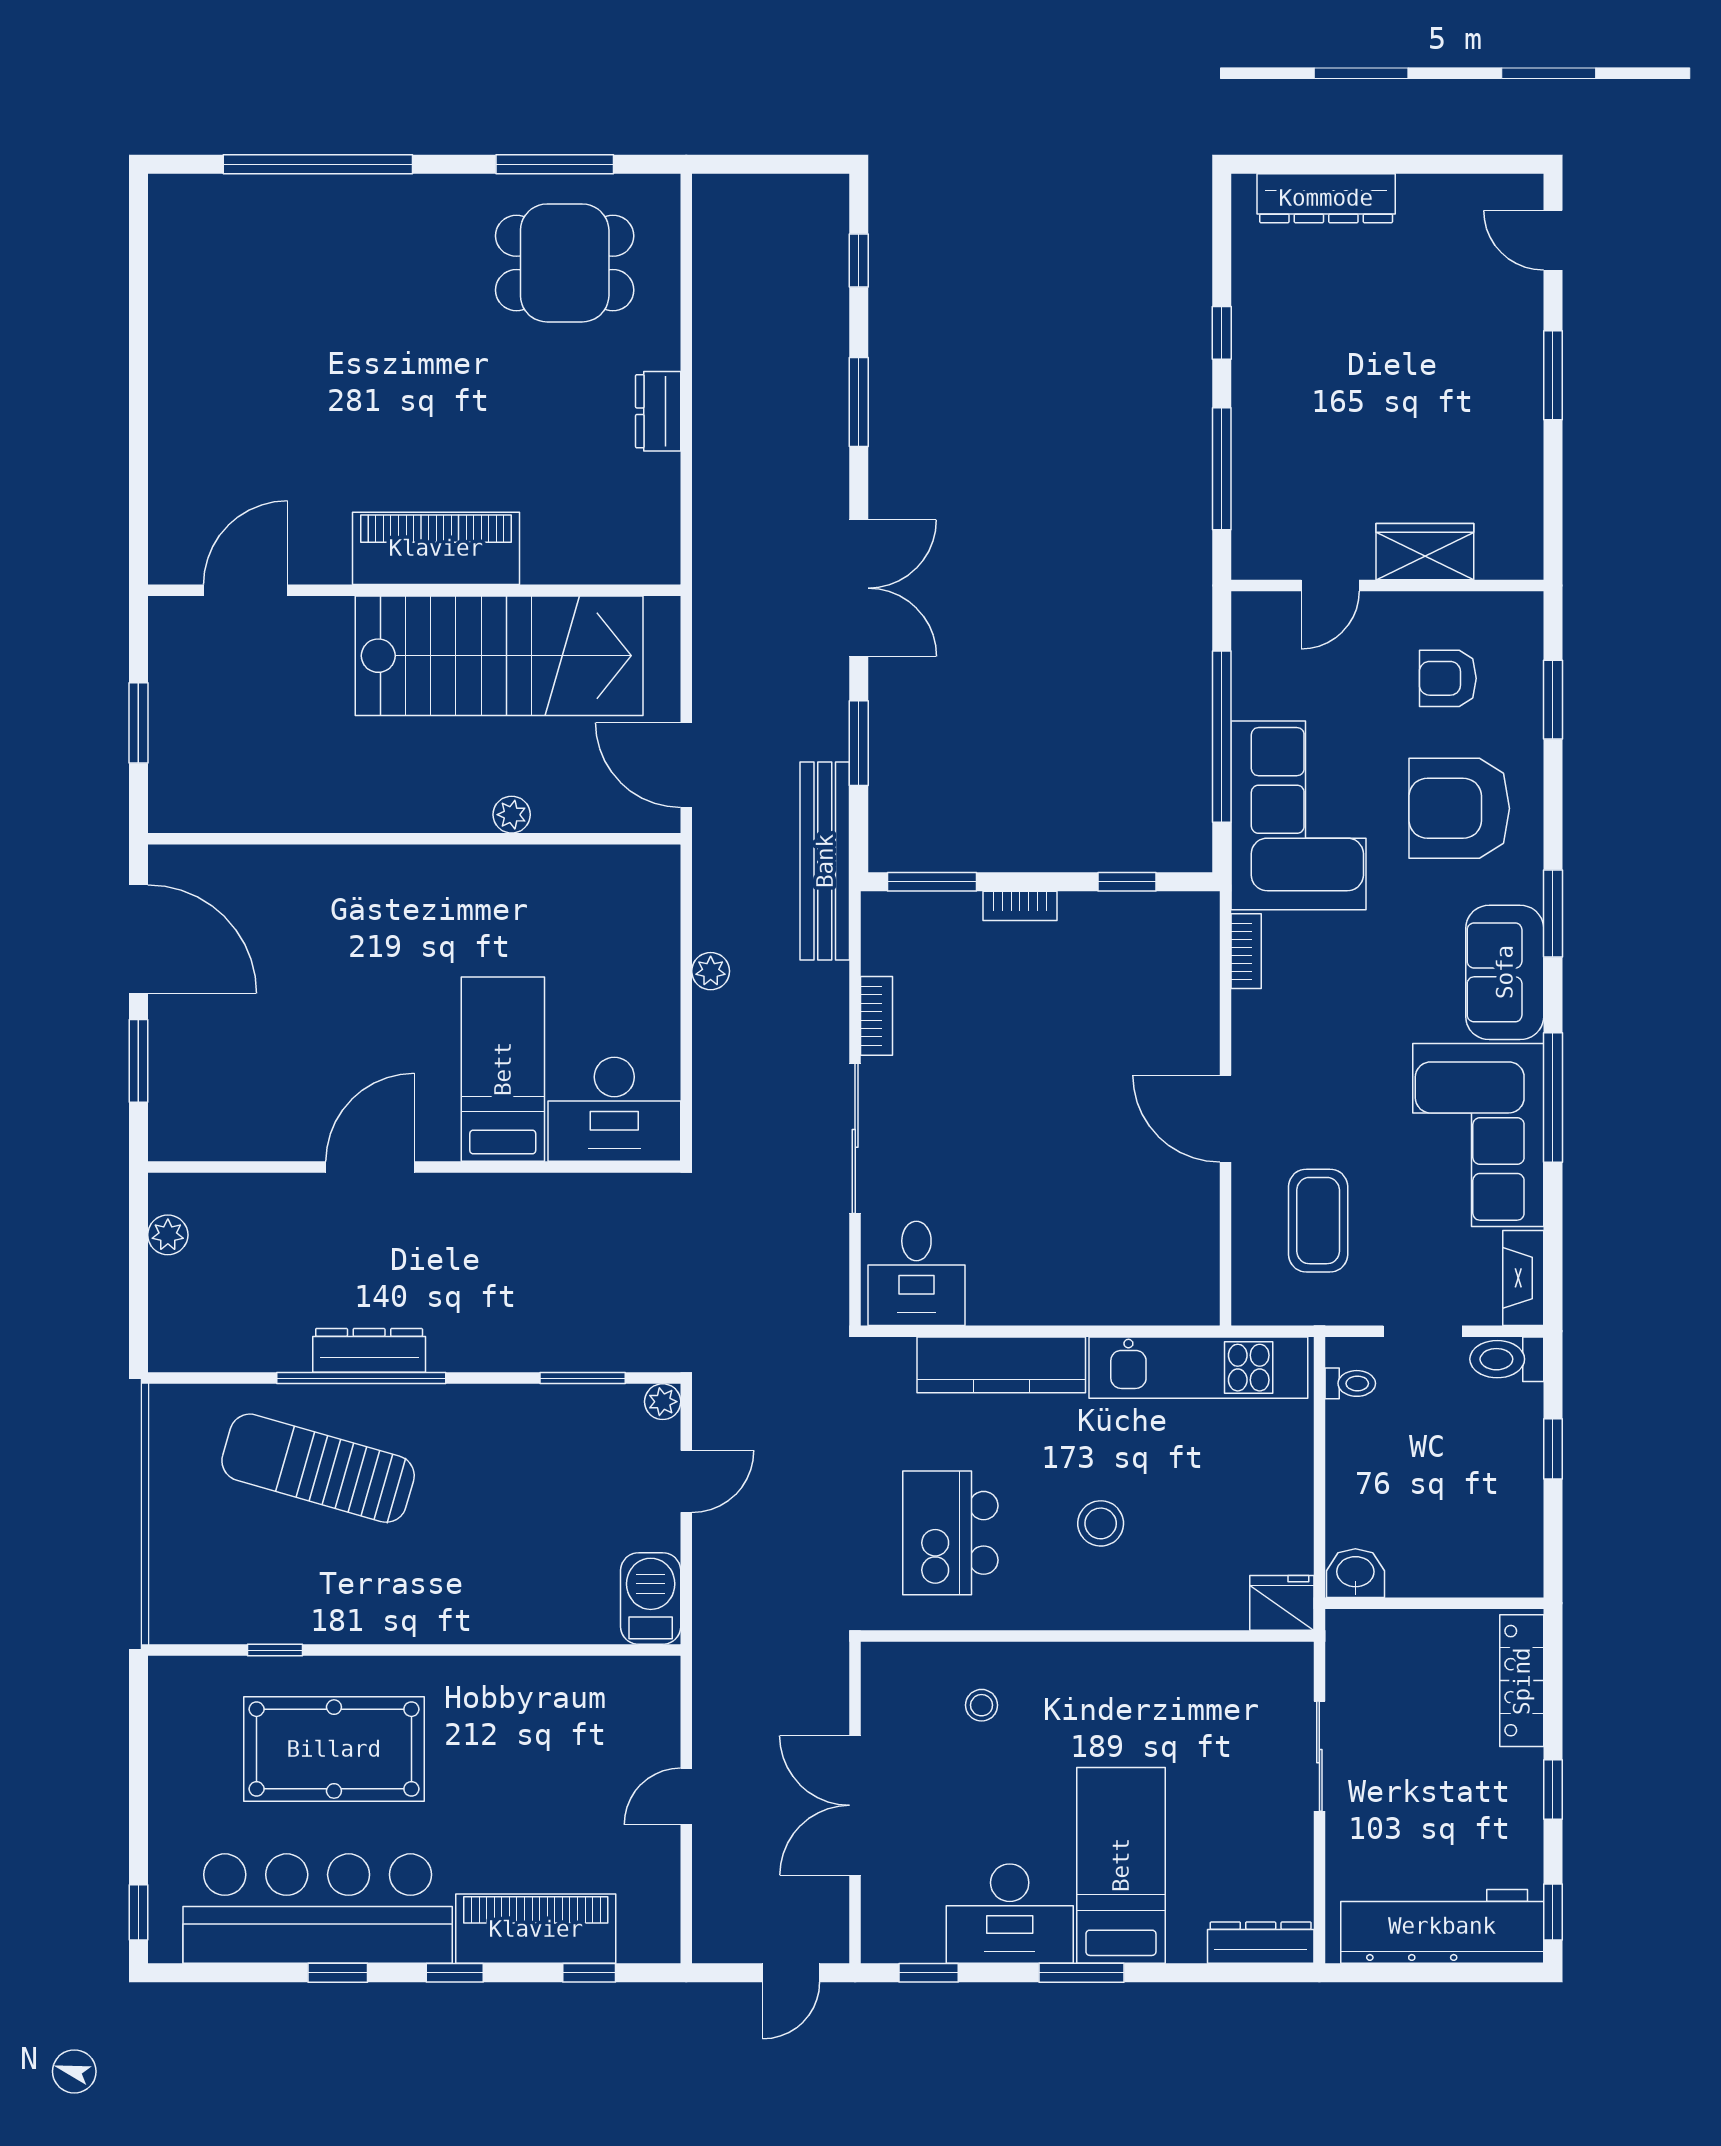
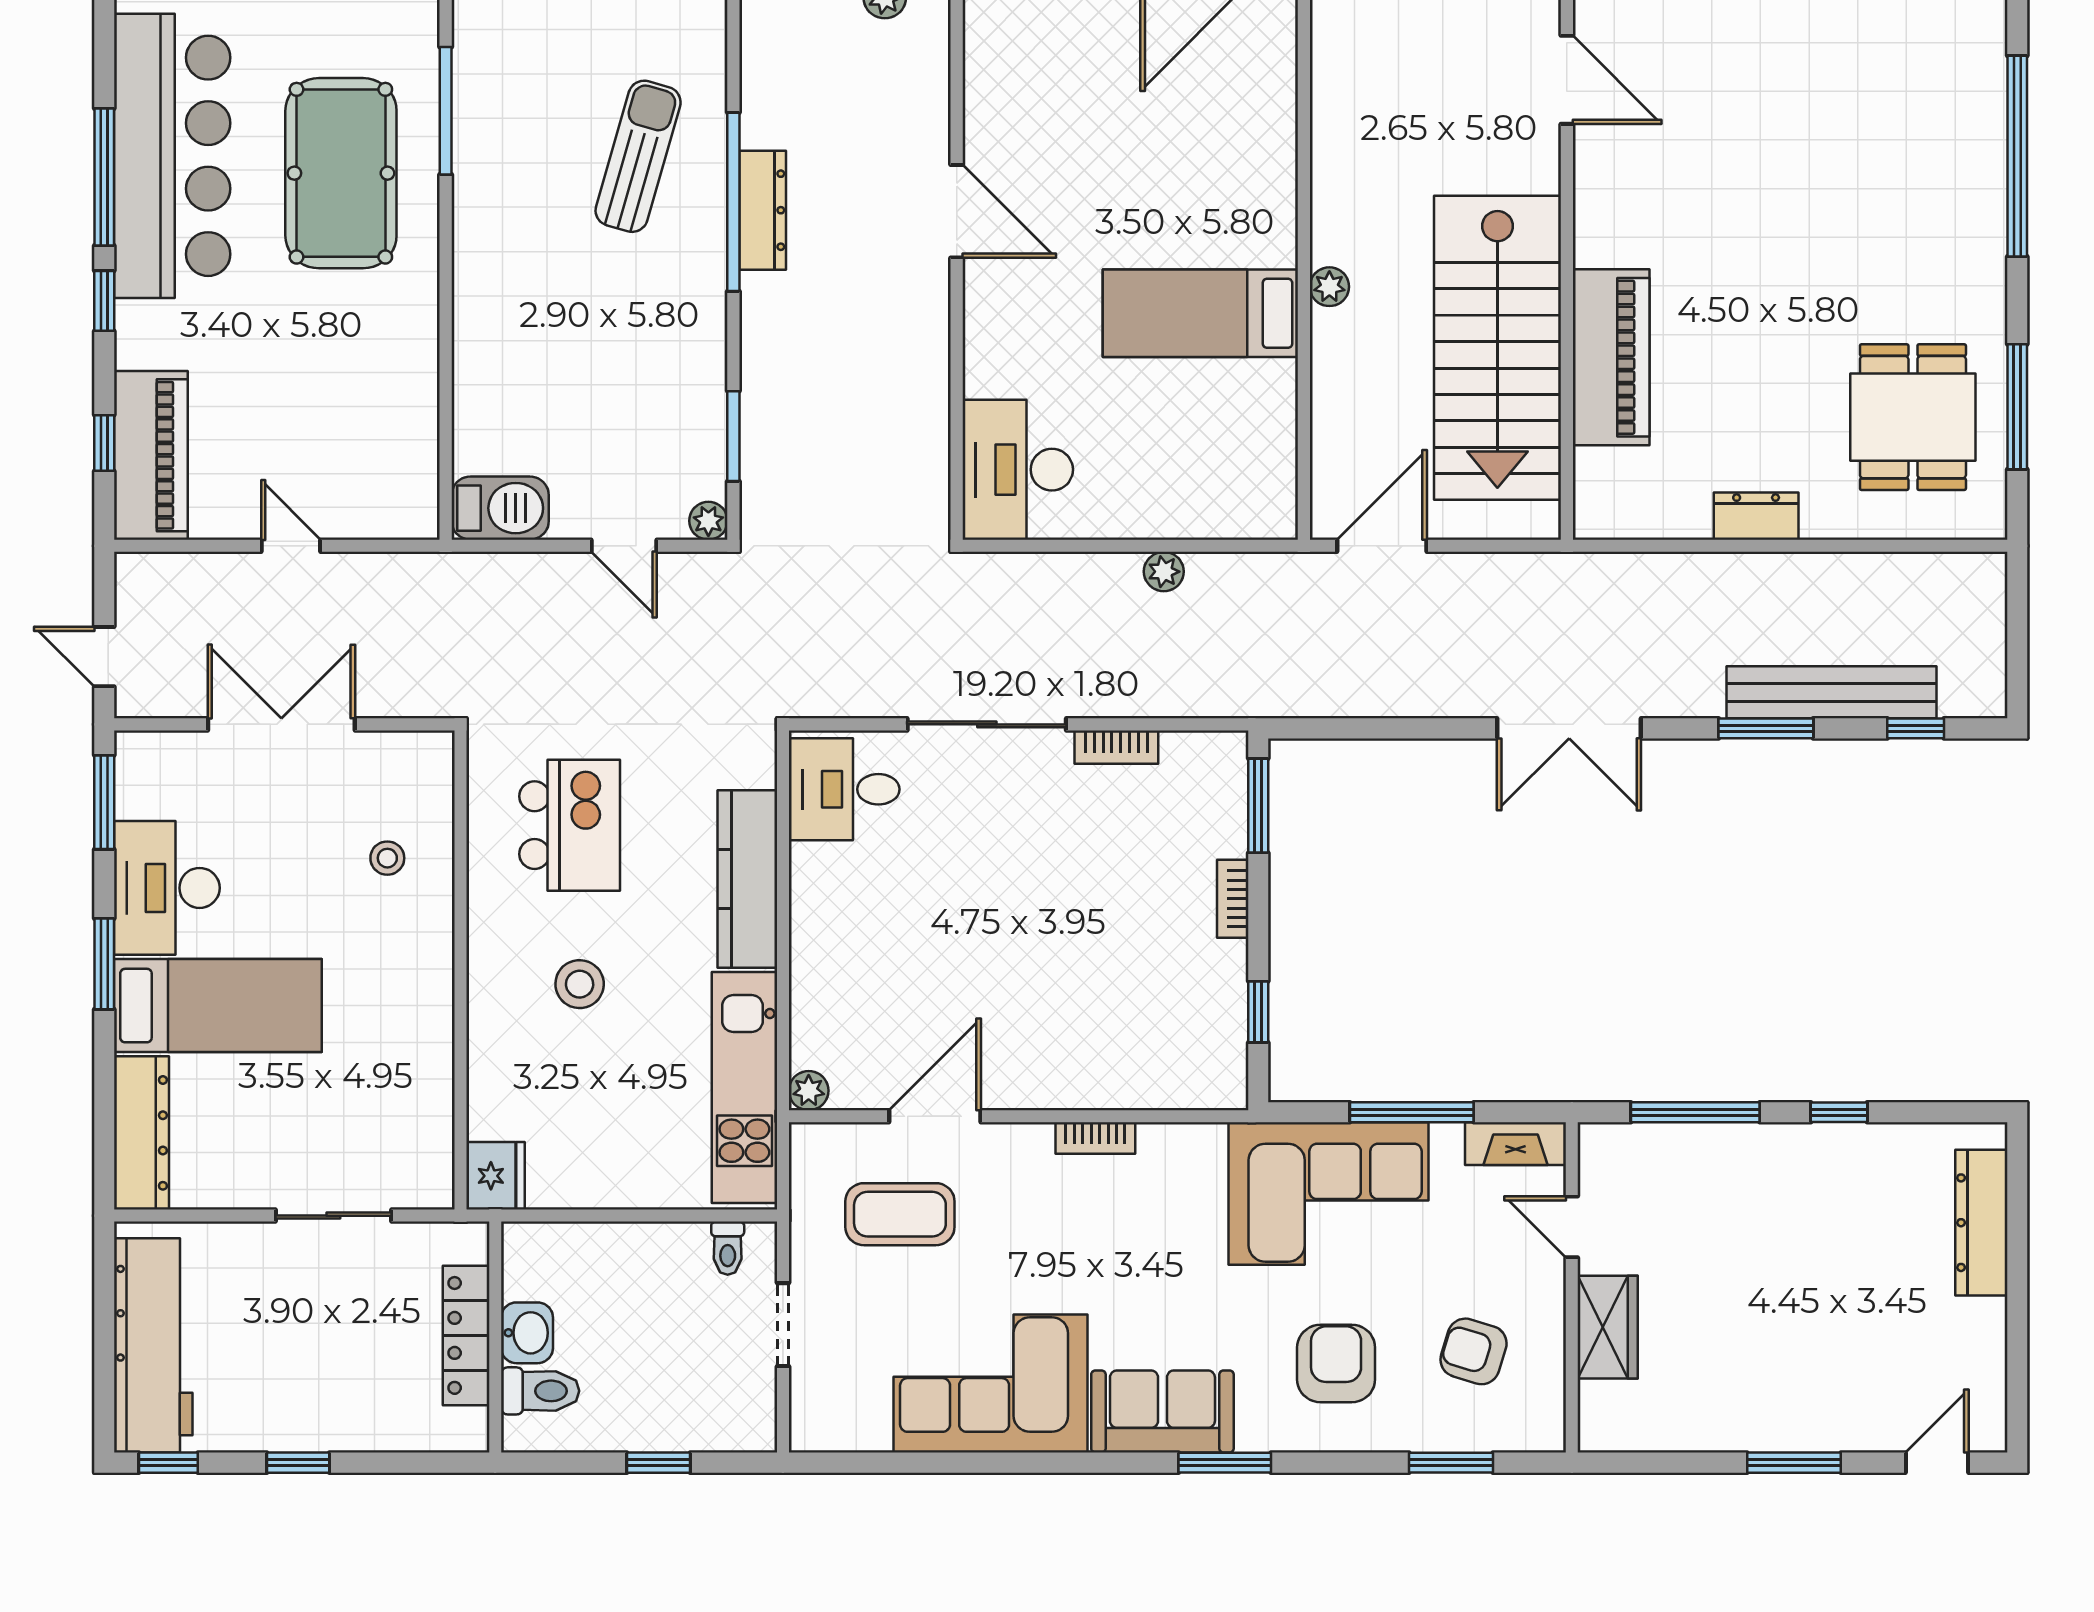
piano: (436, 548) -> (1611, 357), moved
armchair: (1448, 678) -> (1474, 1351), turned -73
window: (1222, 737) -> (1412, 1112), width x0.68
window: (859, 743) -> (1405, 728), removed
armchair: (1459, 808) -> (1336, 1363), width x0.73, depth x0.73
plant: (512, 815) -> (1329, 287), moved
bench: (825, 861) -> (1831, 692), moved
bookcase: (1246, 951) -> (1095, 1138), moved
bed: (503, 1069) -> (1200, 313), moved, turned 180
window: (1553, 1097) -> (1030, 1463), removed
door: (1226, 1119) -> (935, 1116), moved
fireplace: (1523, 1278) -> (1516, 1144), moved, turned 180
plant: (1201, 1307) -> (809, 1091), added
toilet: (1507, 1359) -> (540, 1391), moved, turned 90
sun lounger: (318, 1468) -> (638, 156), width x0.73, depth x0.75
kitchen island: (950, 1533) -> (570, 825), turned 90
washbasin: (1355, 1573) -> (527, 1333), moved
window: (275, 1650) -> (446, 111), width x2.17
locker: (1522, 1681) -> (466, 1335), moved, turned -90
piano: (536, 1929) -> (151, 455), moved
dresser: (1261, 1943) -> (142, 1133), width x1.37, depth x1.24
window: (338, 1973) -> (104, 177), width x2.17
window: (929, 1973) -> (104, 802), width x1.50

